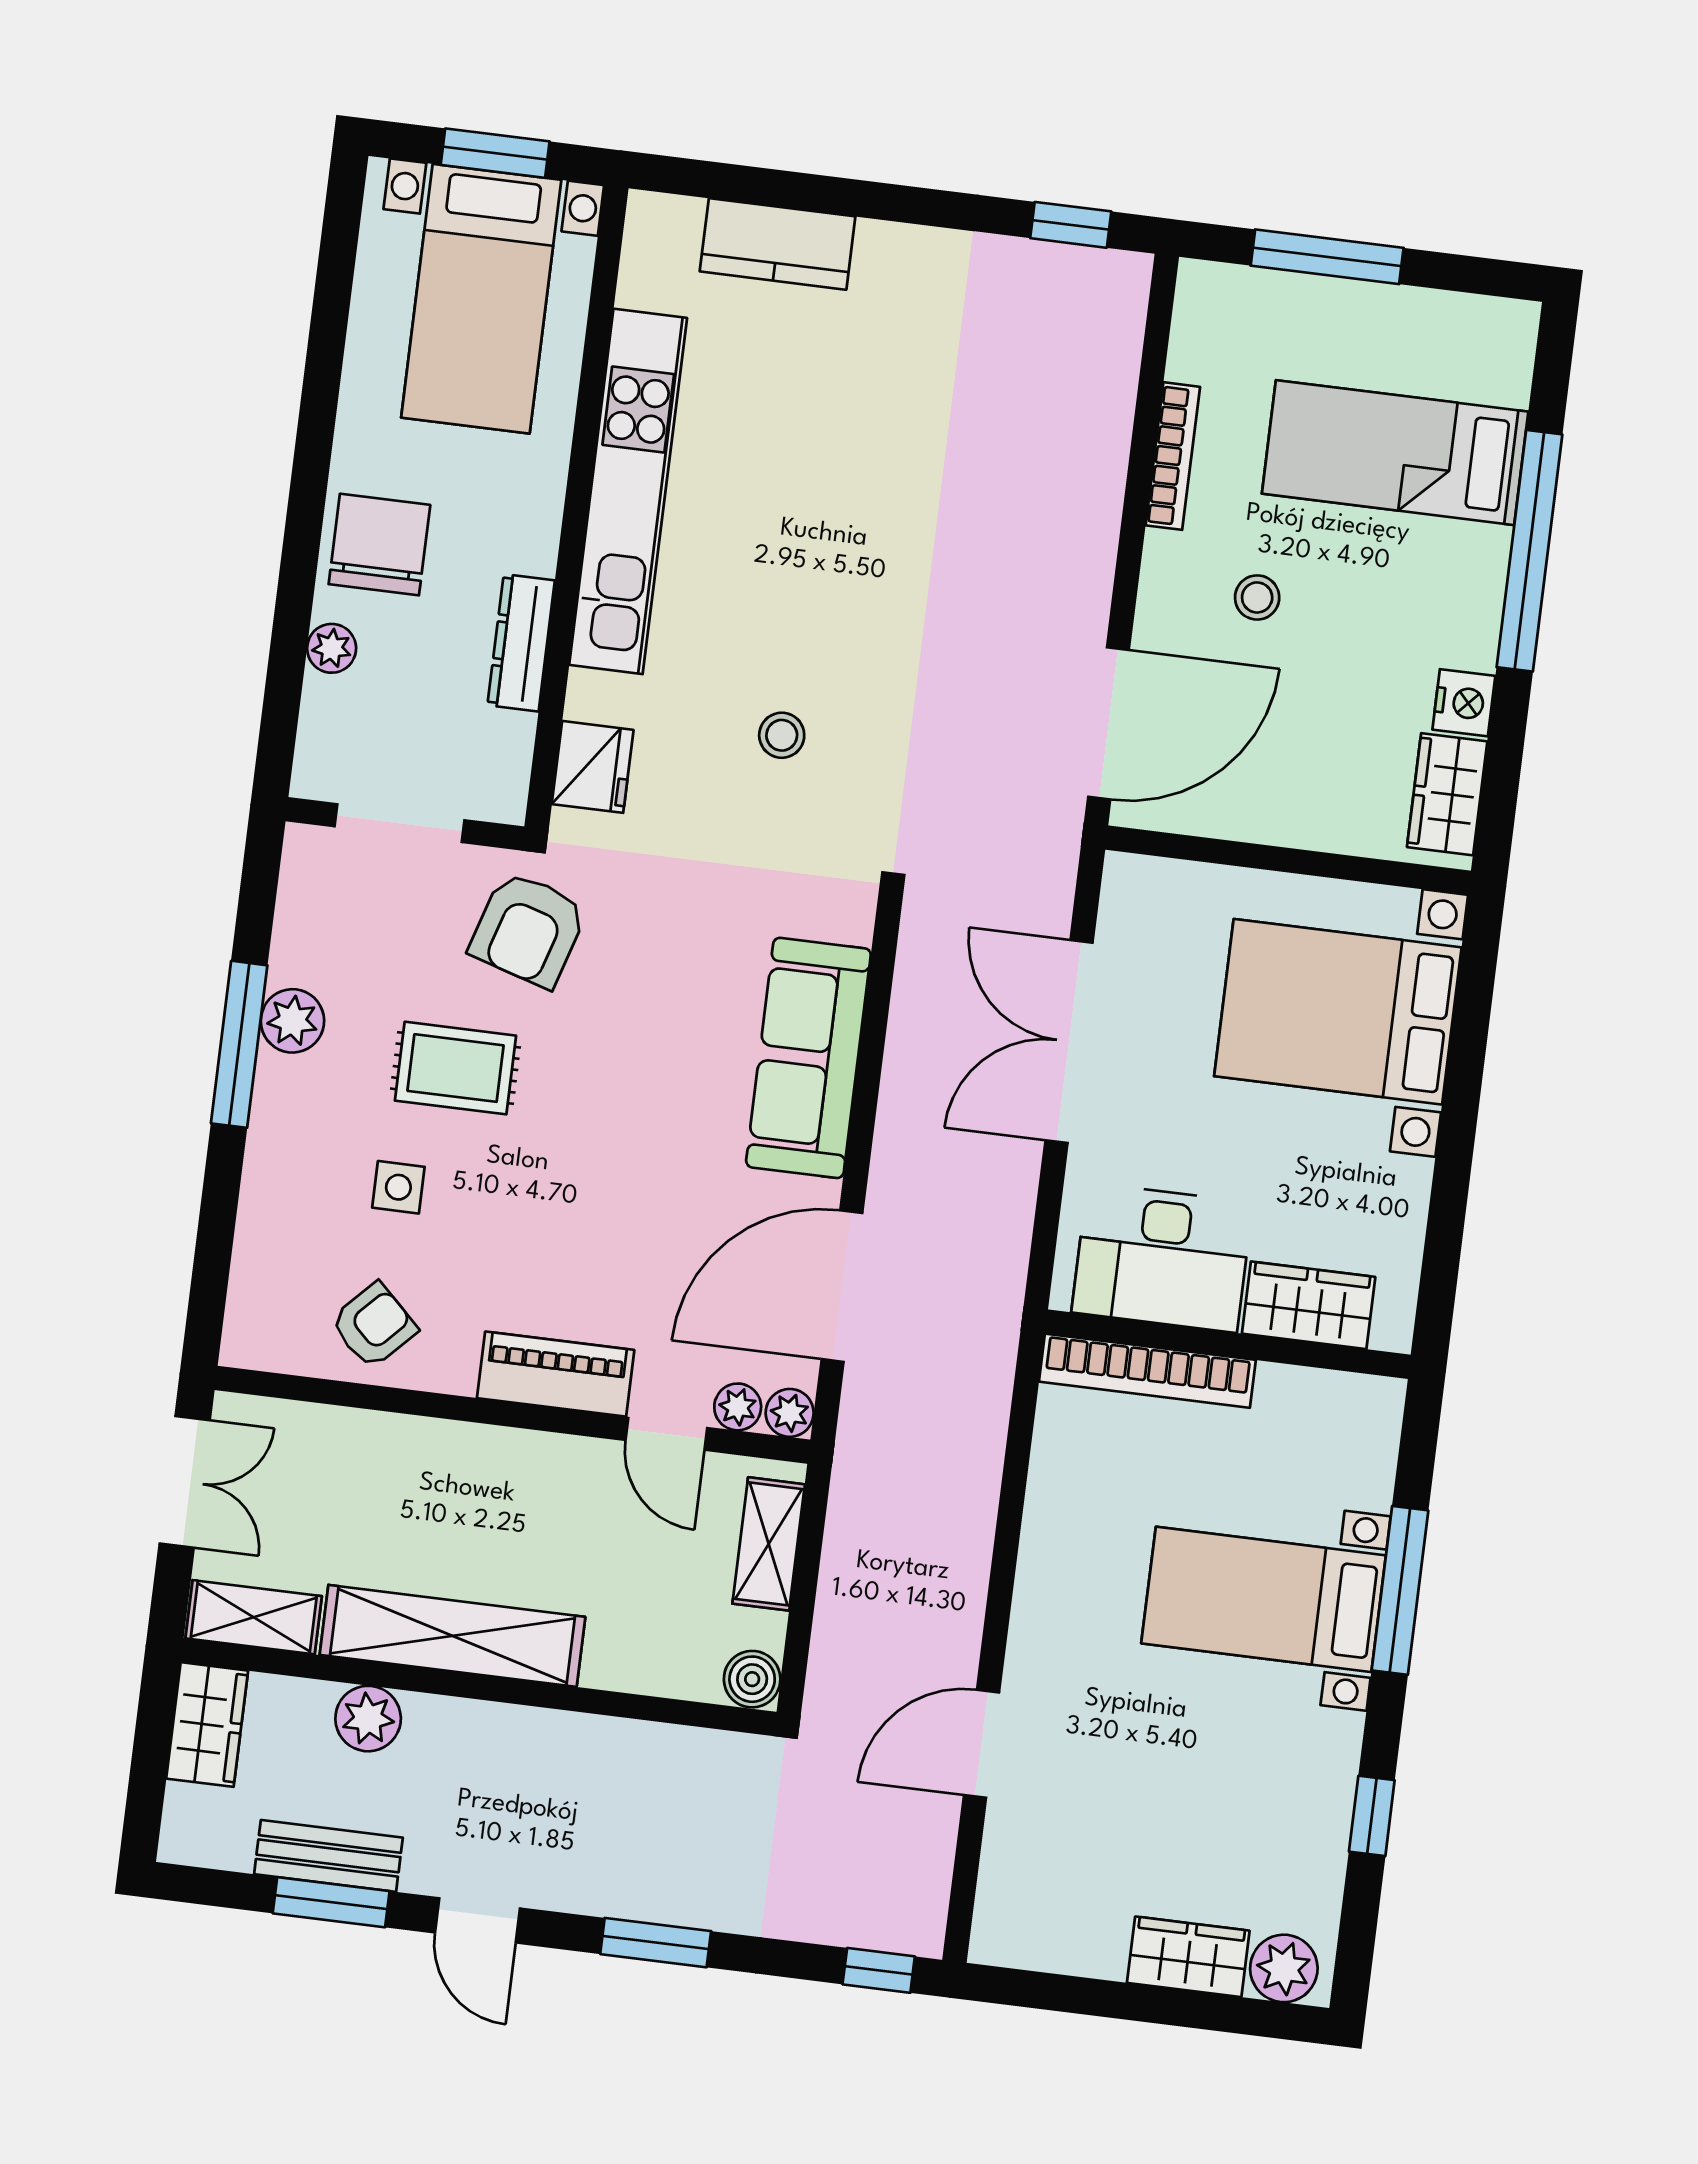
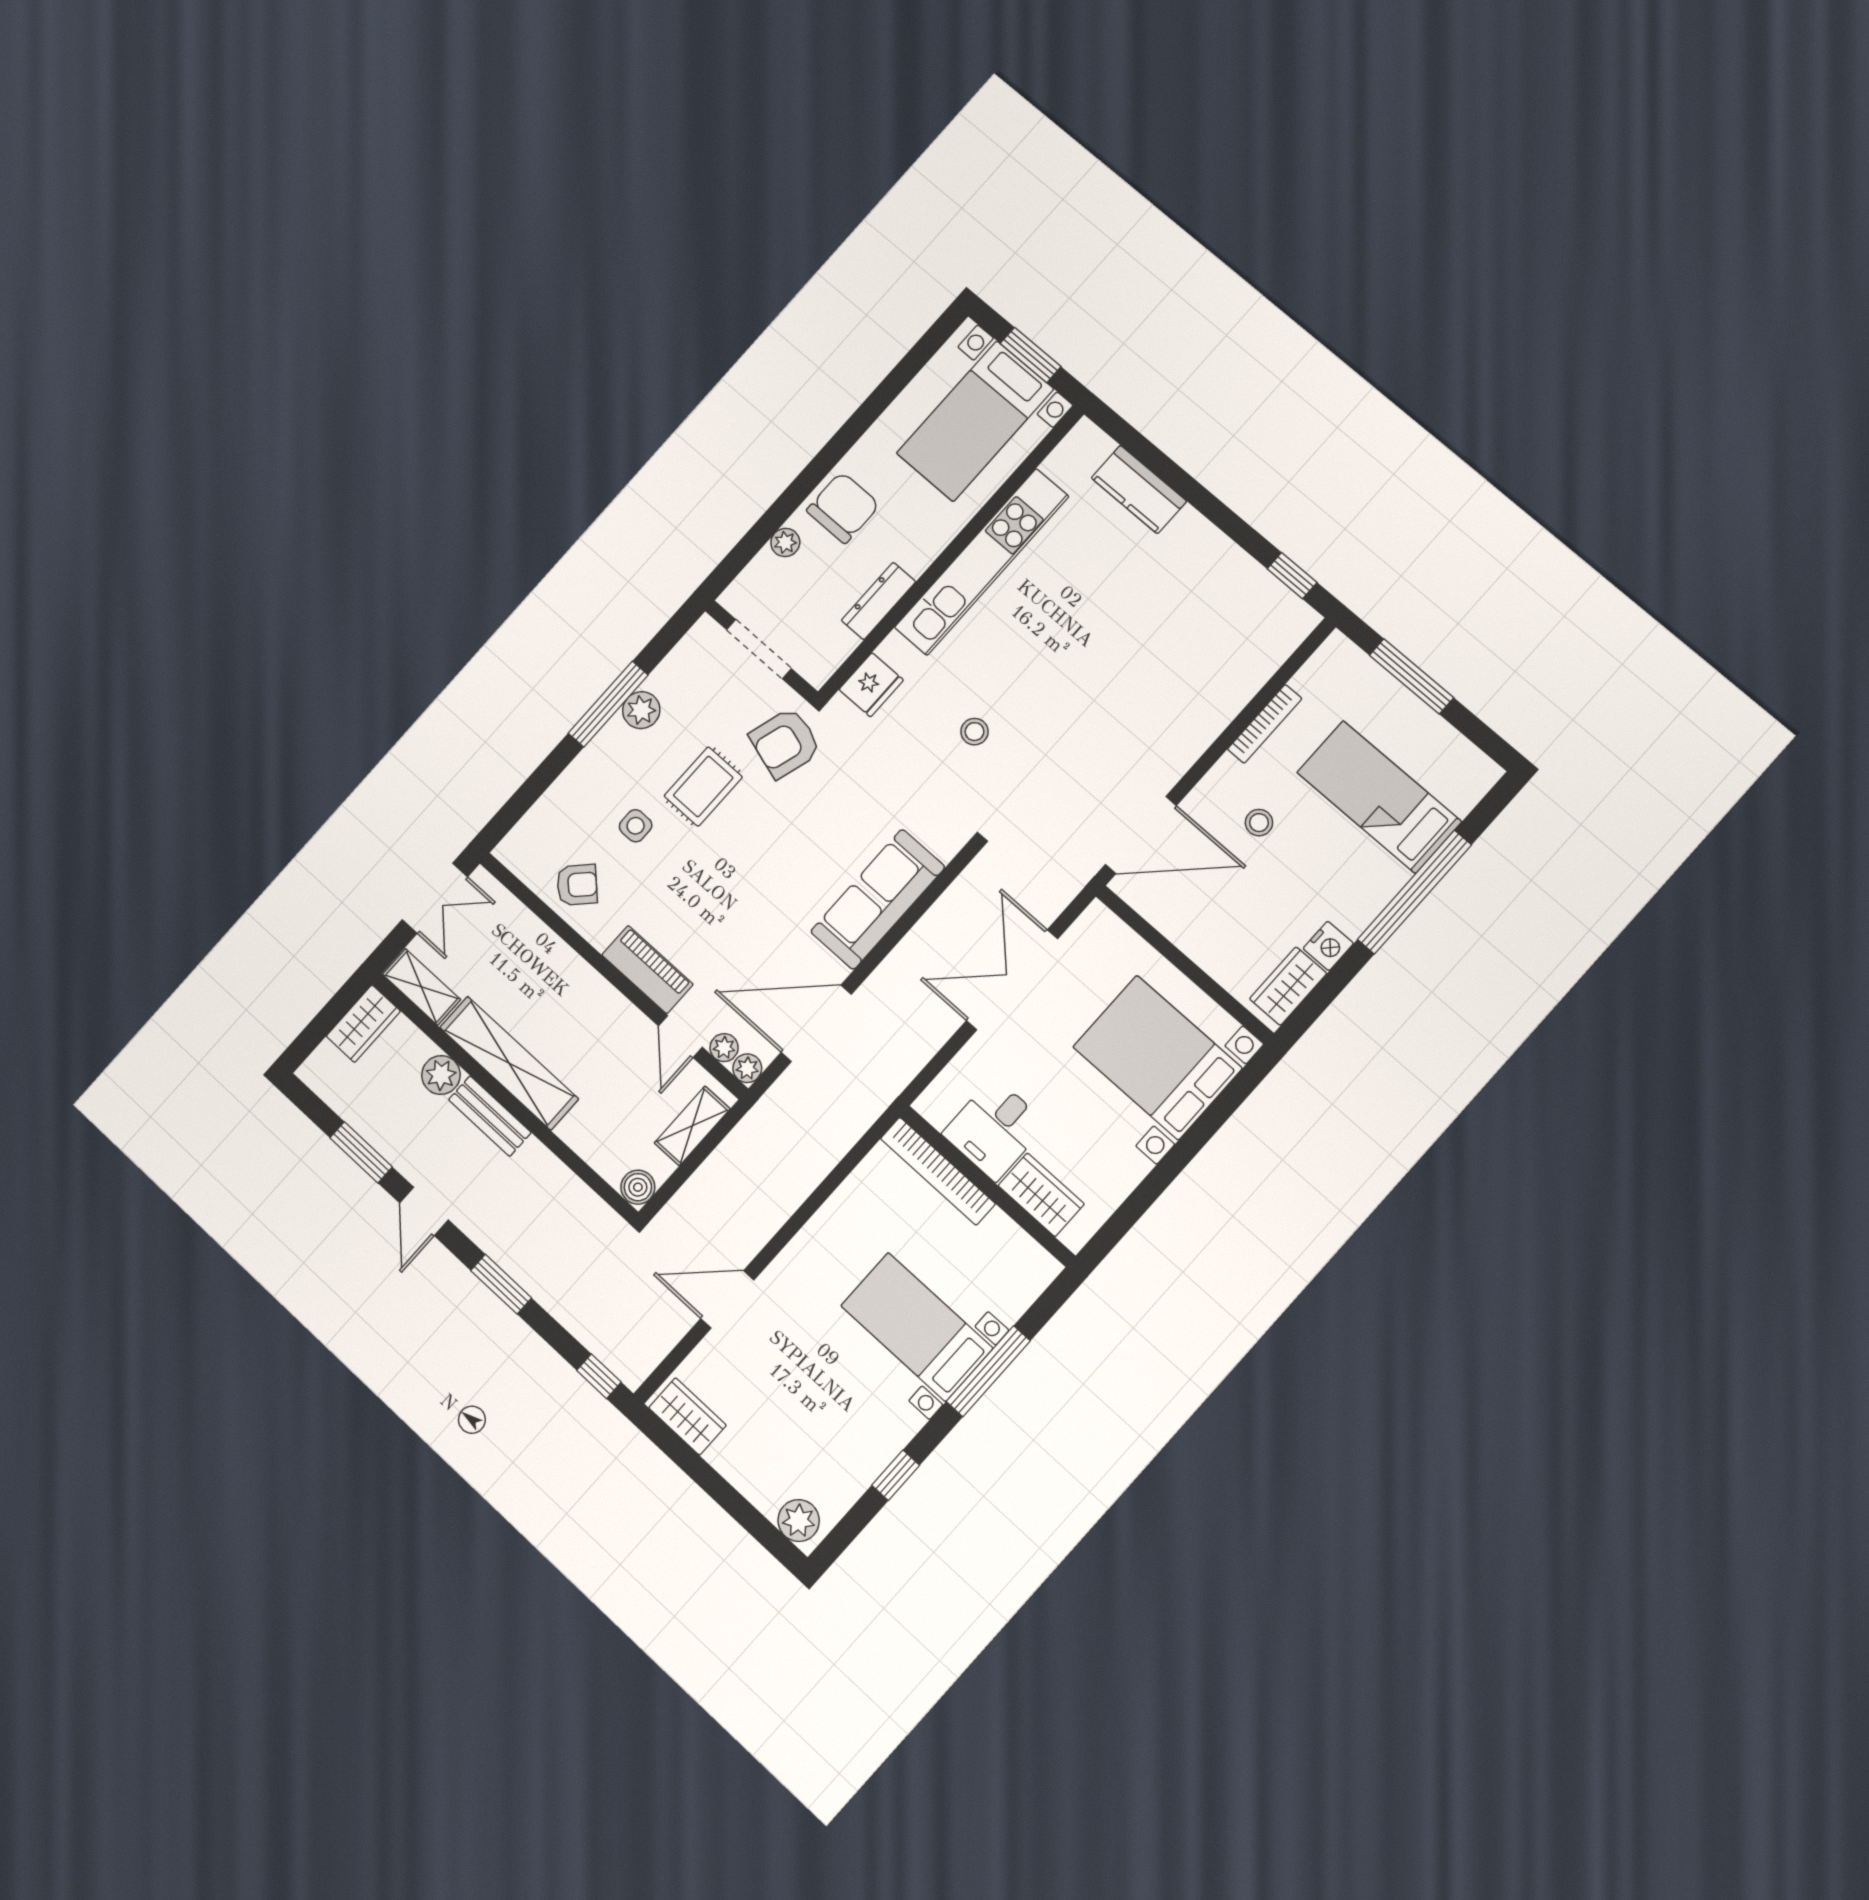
rug: (455, 1068) -> (703, 787), turned 90
desk: (1162, 1258) -> (995, 1129), width x0.73
bench: (328, 1856) -> (490, 1116), moved
wardrobe: (1188, 1957) -> (687, 1416), moved

